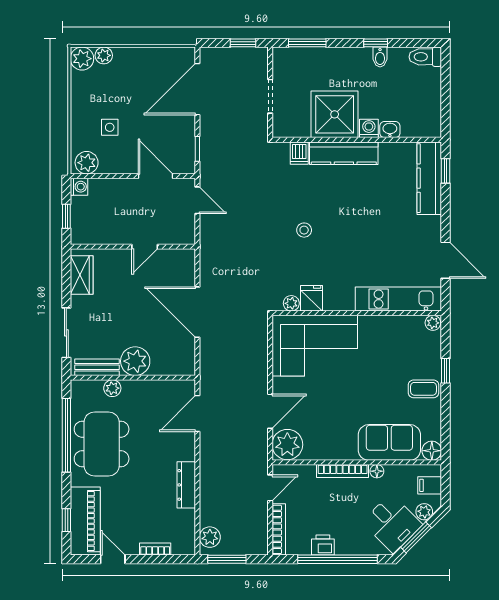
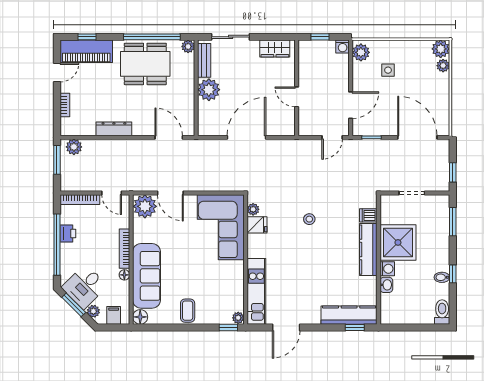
window: (446, 371) -> (228, 328), moved
plant: (112, 388) -> (188, 46), moved
sofa: (389, 442) -> (147, 276), width x1.36

